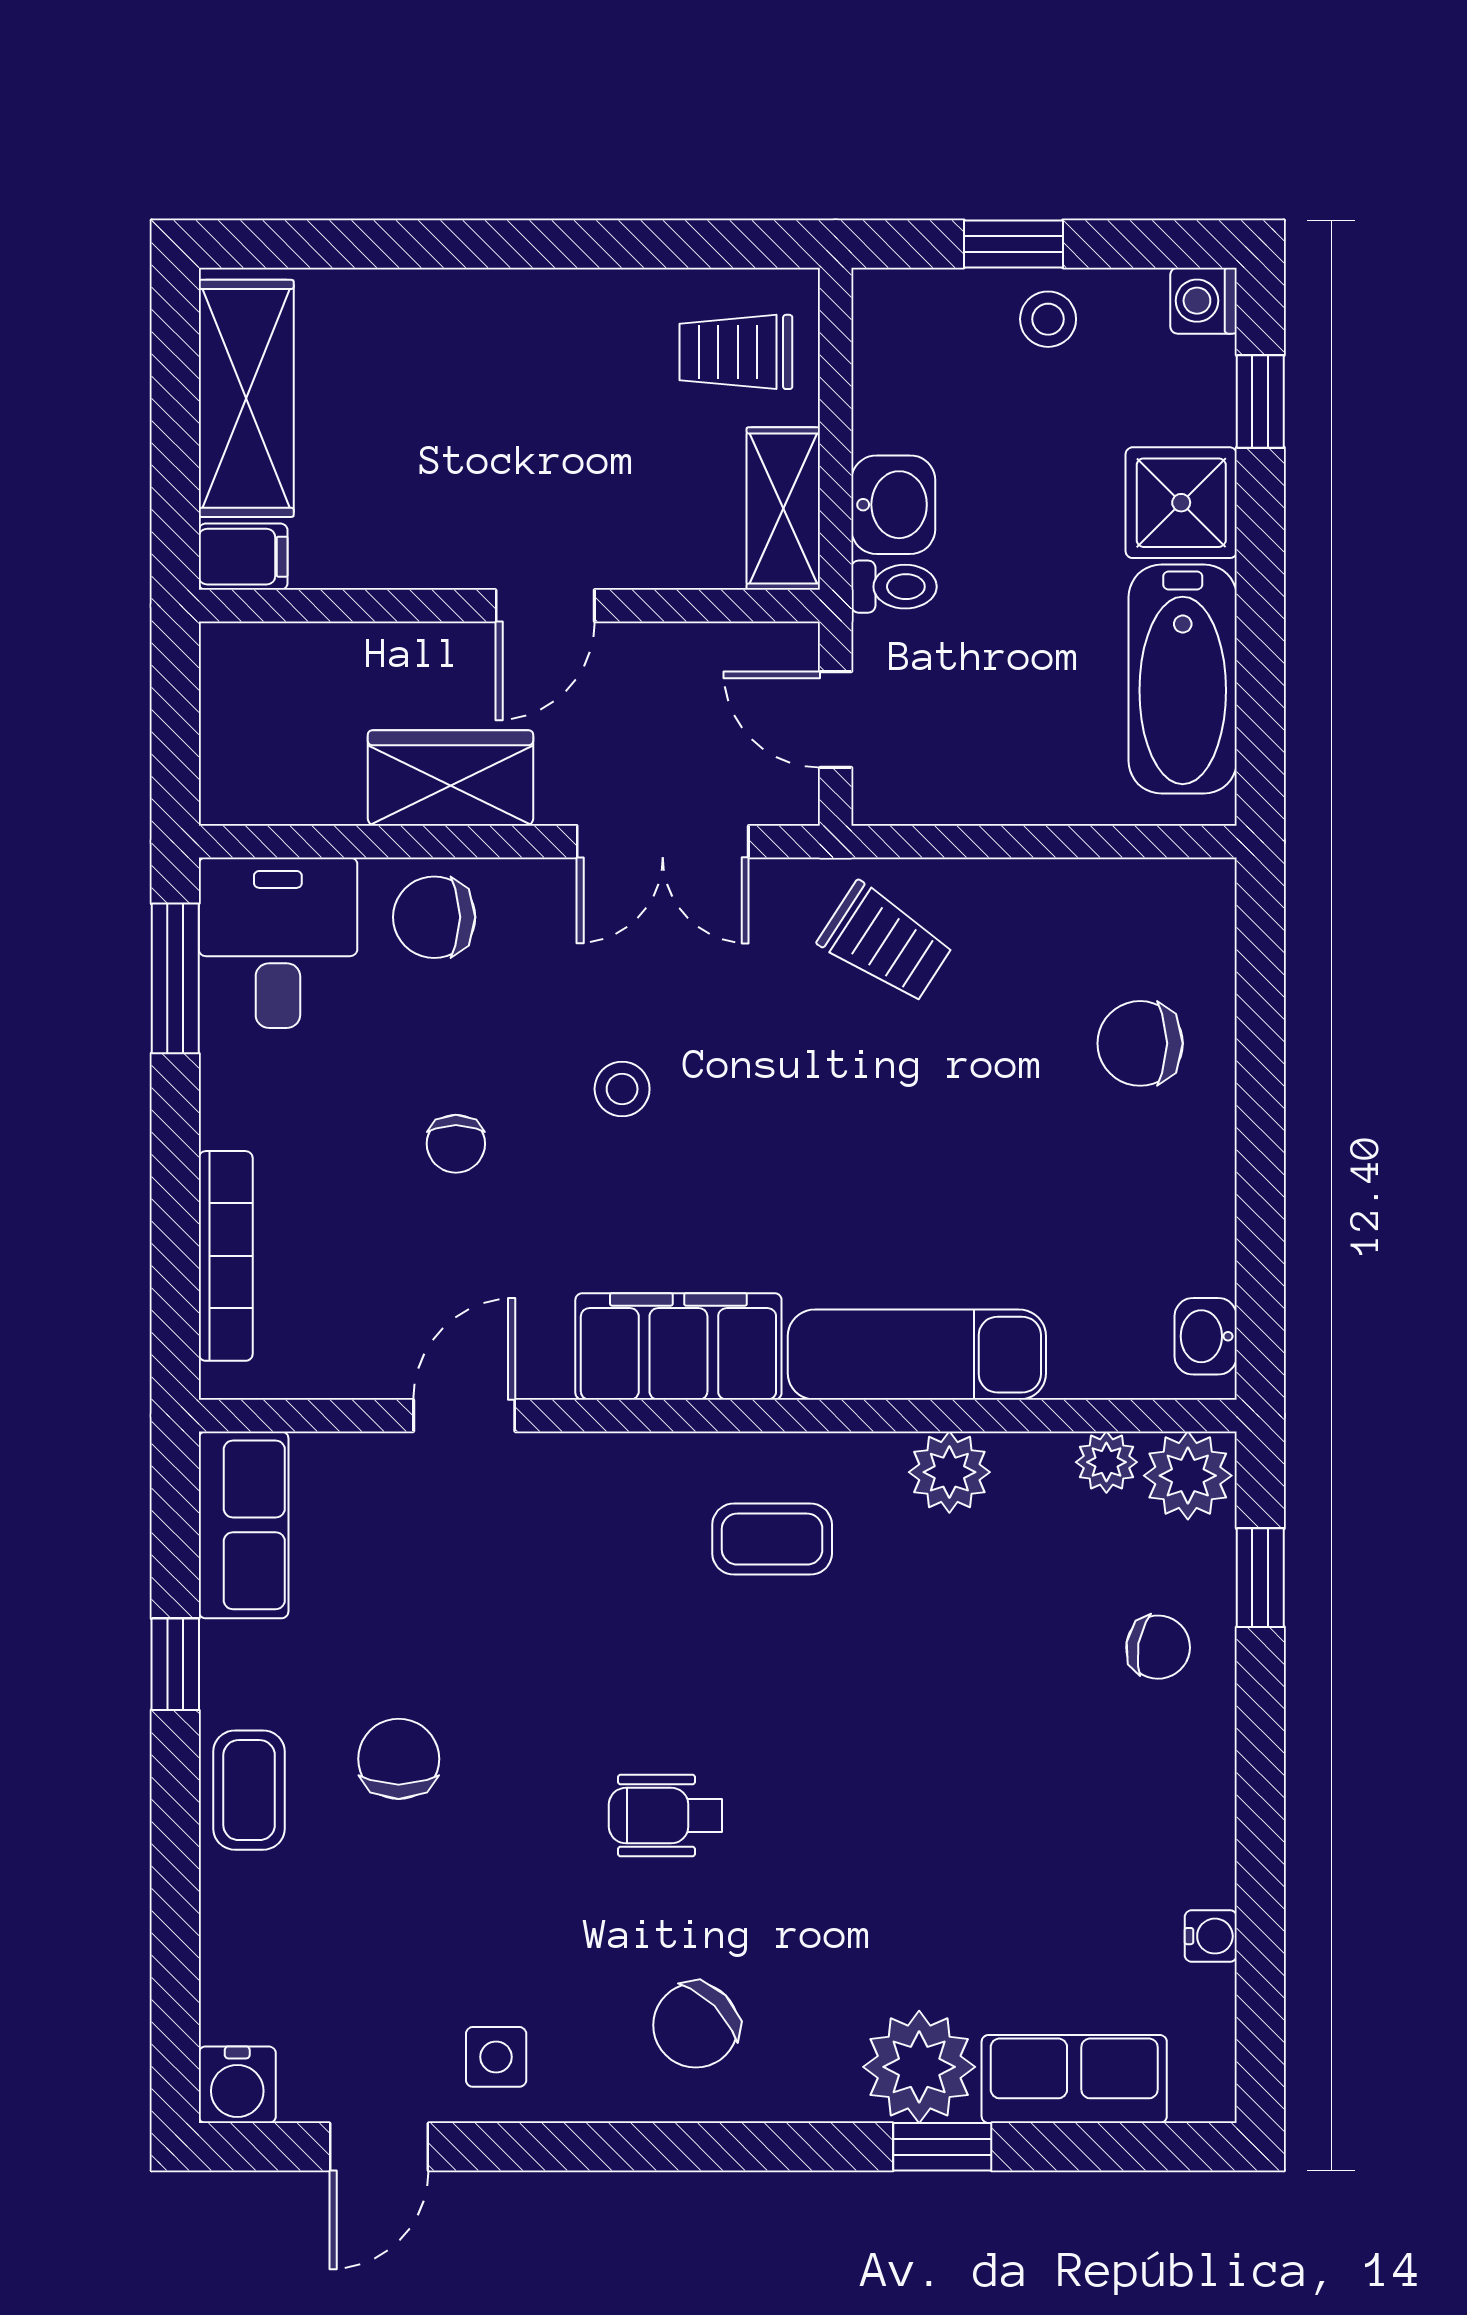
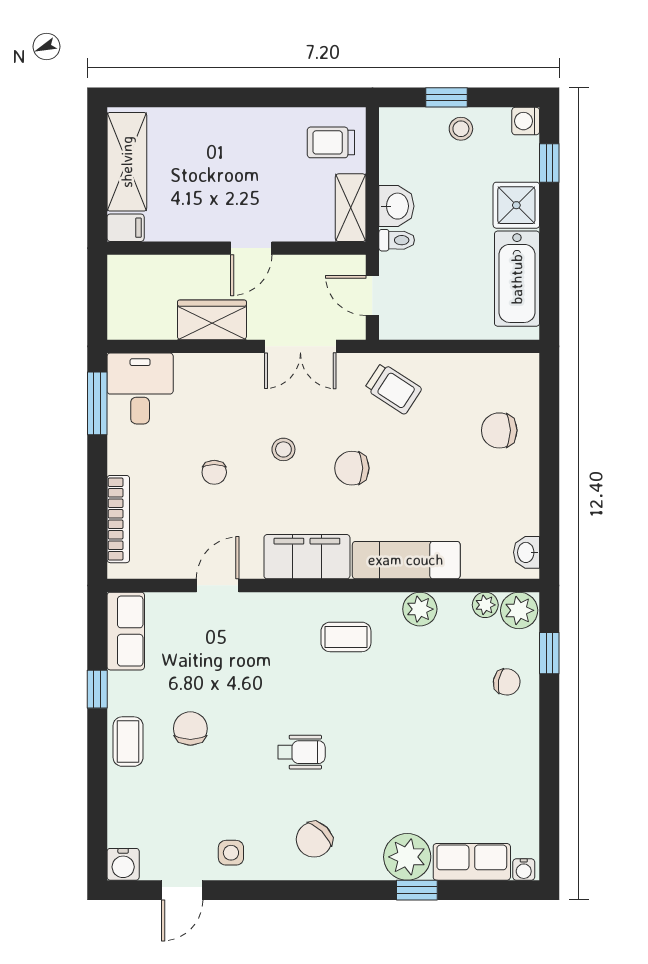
chair: (434, 917) -> (352, 468), moved
wheelchair: (666, 1816) -> (302, 752), turned 180
water cooler: (1211, 1936) -> (524, 870), moved, turned 90

